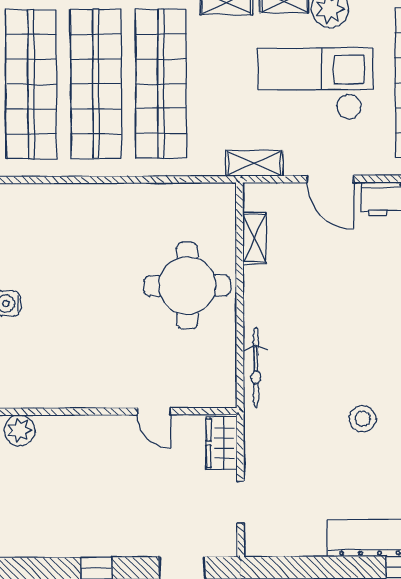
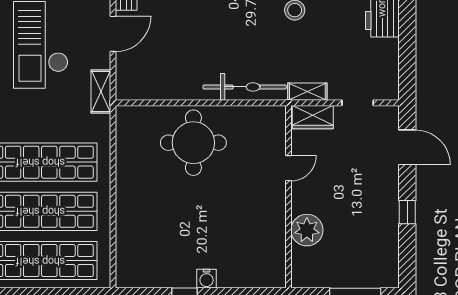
shelving: (254, 238) -> (307, 92), moved
bicycle: (256, 368) -> (245, 87), width x1.37, depth x1.40
plant: (20, 430) -> (307, 230), moved, width x1.36, depth x1.36

